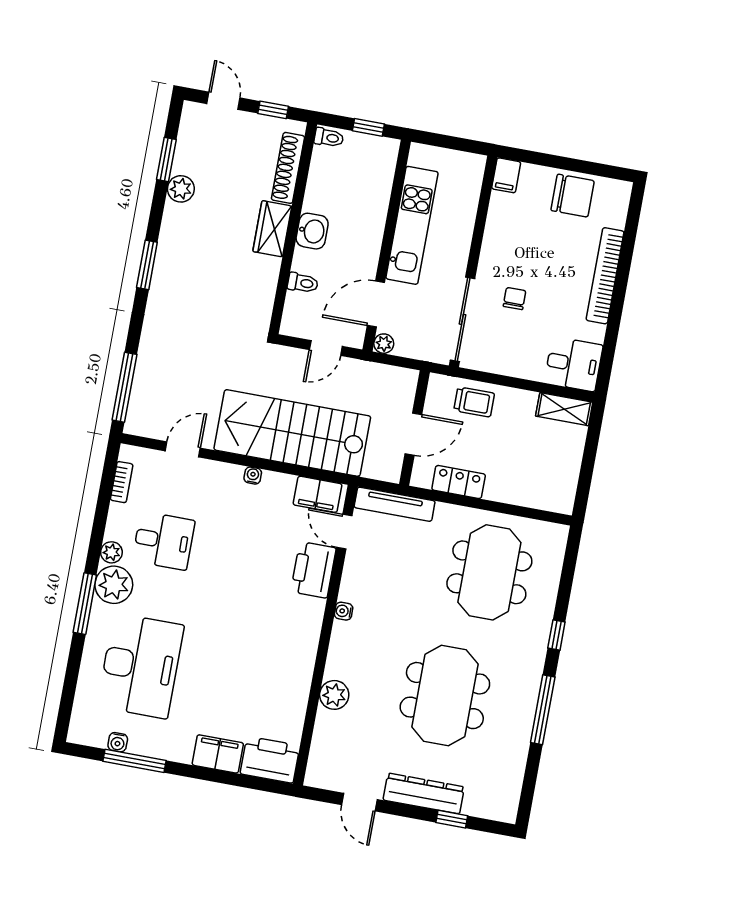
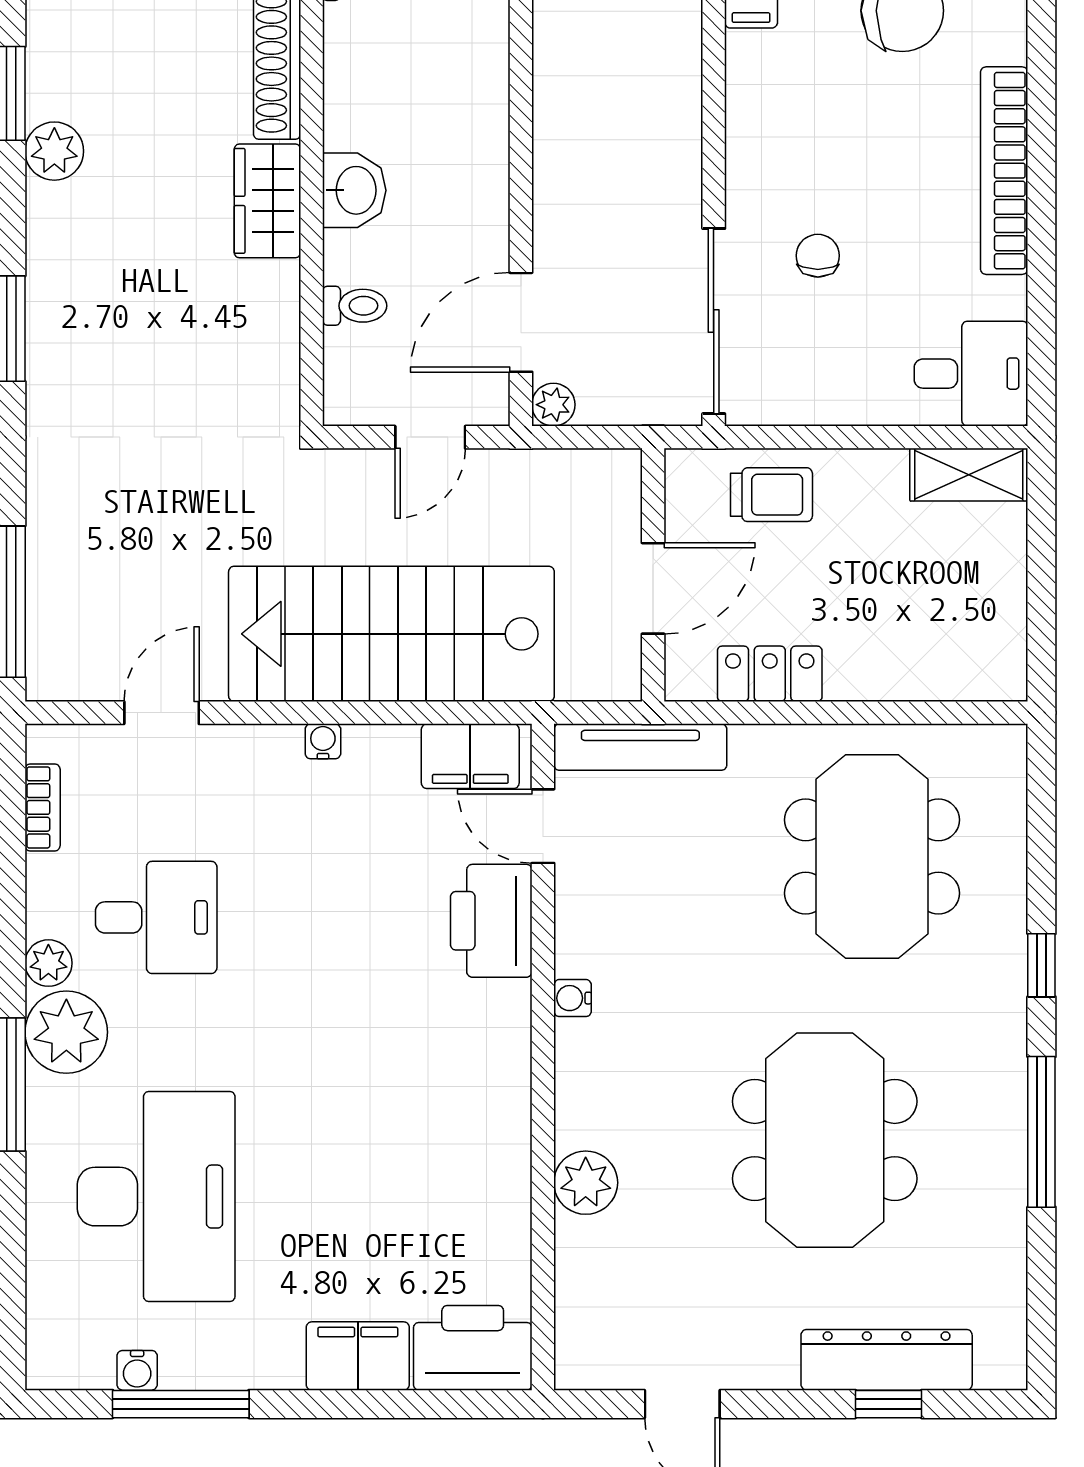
kitchen unit: (412, 225) -> (567, 138), removed
dresser: (424, 793) -> (887, 1360), moved

